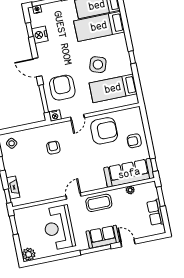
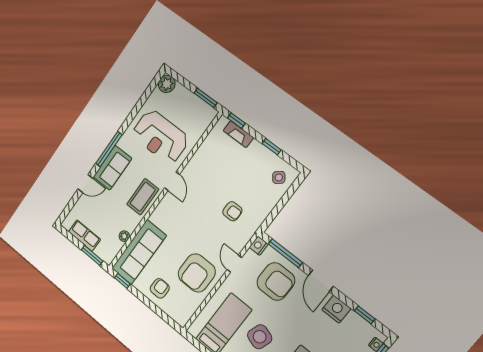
nightstand: (40, 35) -> (336, 309), moved
door: (37, 67) -> (321, 281), swing flipped
reception desk: (58, 228) -> (160, 137), turned 180

